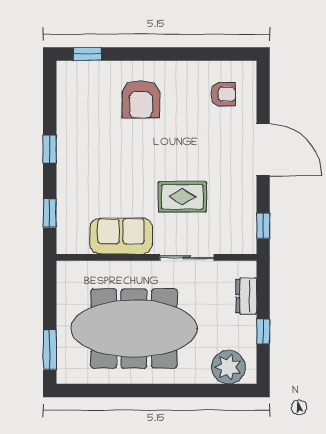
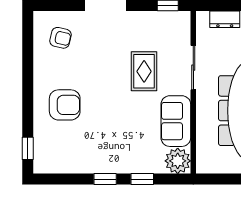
armchair: (223, 94) -> (60, 38), turned 103
window: (50, 213) -> (142, 179), moved
plant: (72, 238) -> (178, 161), added

